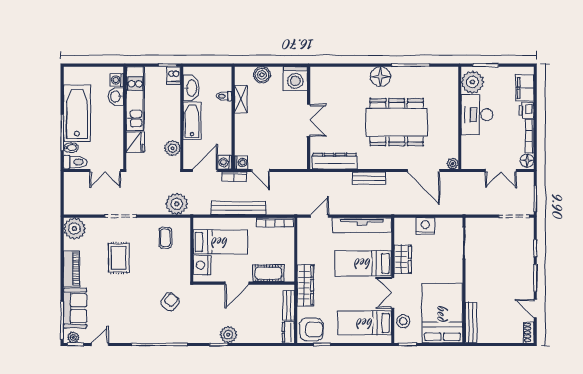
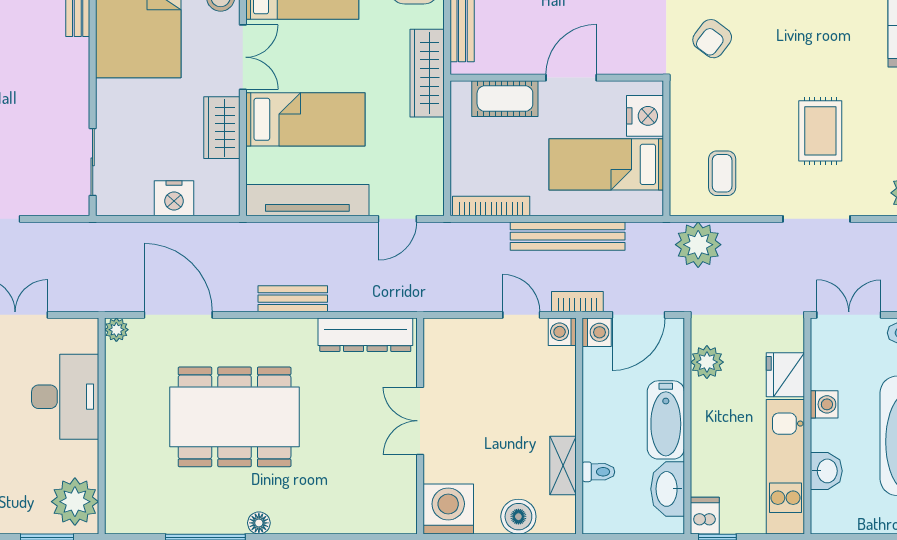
floor lamp: (380, 77) -> (259, 523), width x0.53, depth x0.53
washing machine: (117, 80) -> (824, 404), moved
desk: (477, 115) -> (65, 397), moved

